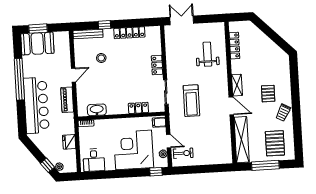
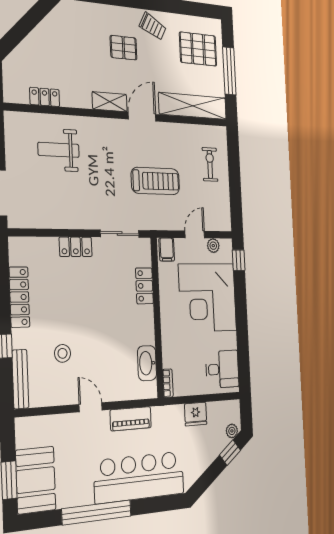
locker: (234, 46) -> (45, 97), width x0.66
treadmill: (191, 101) -> (155, 181), moved
exercise bike: (183, 153) -> (210, 164), moved

